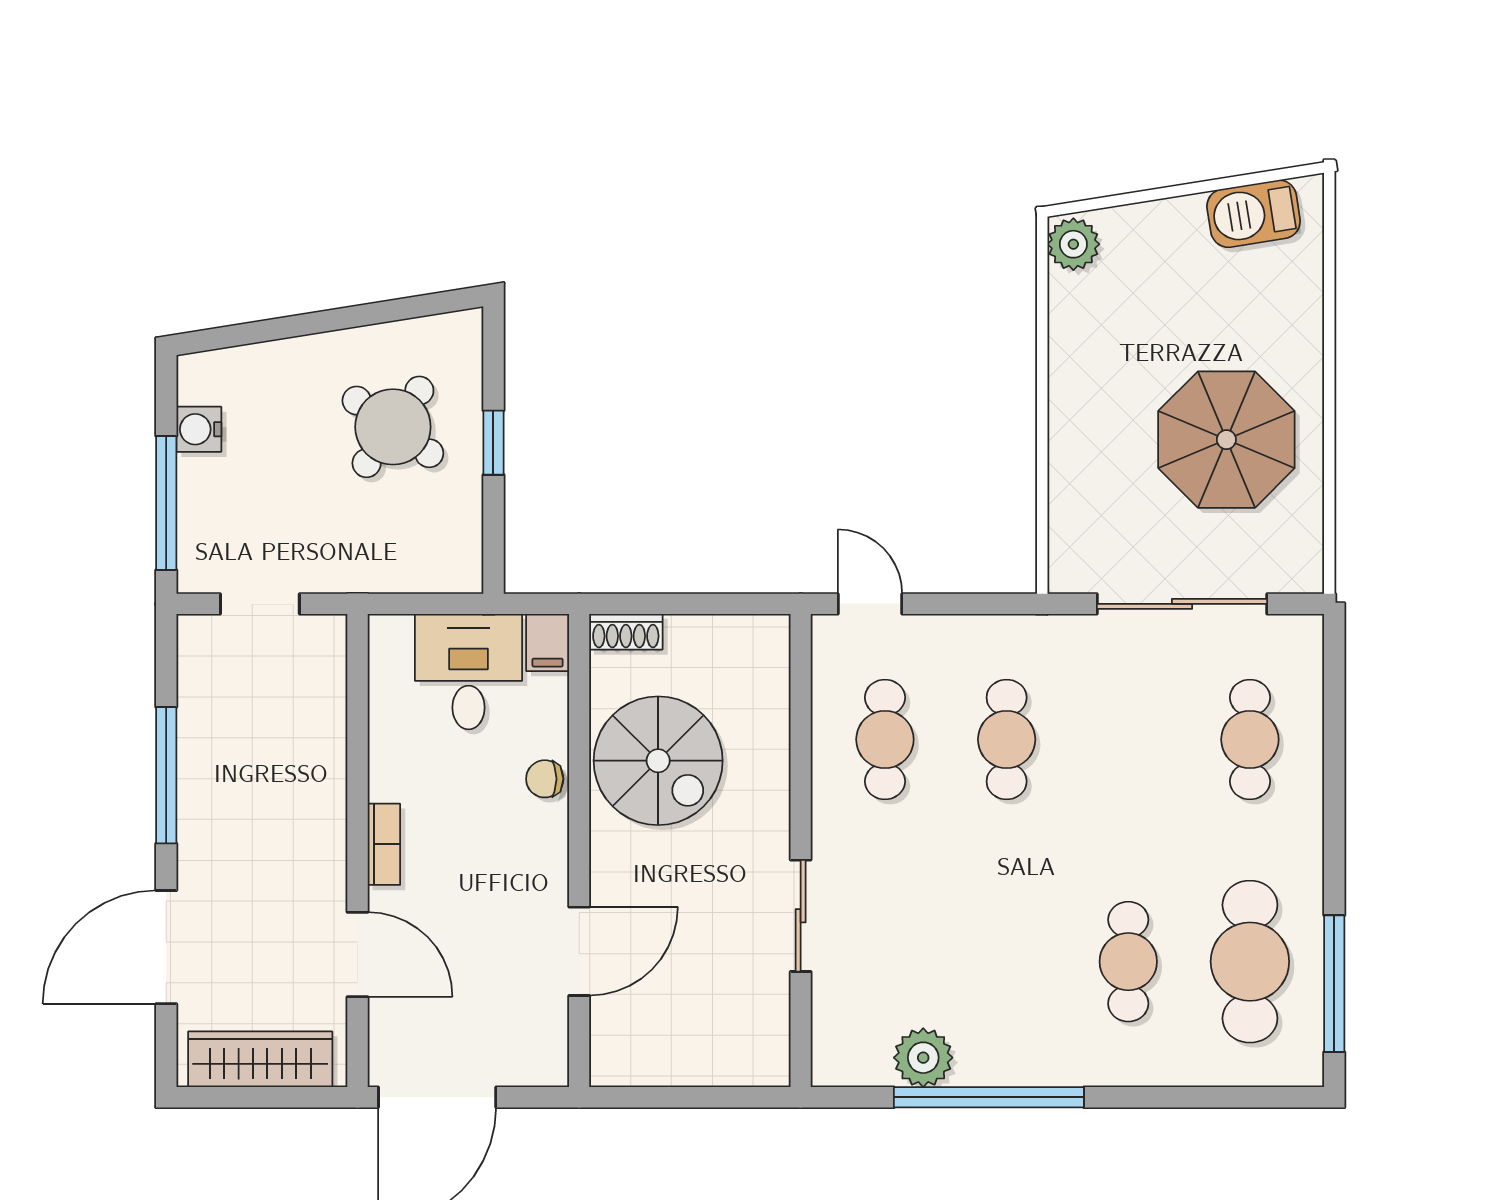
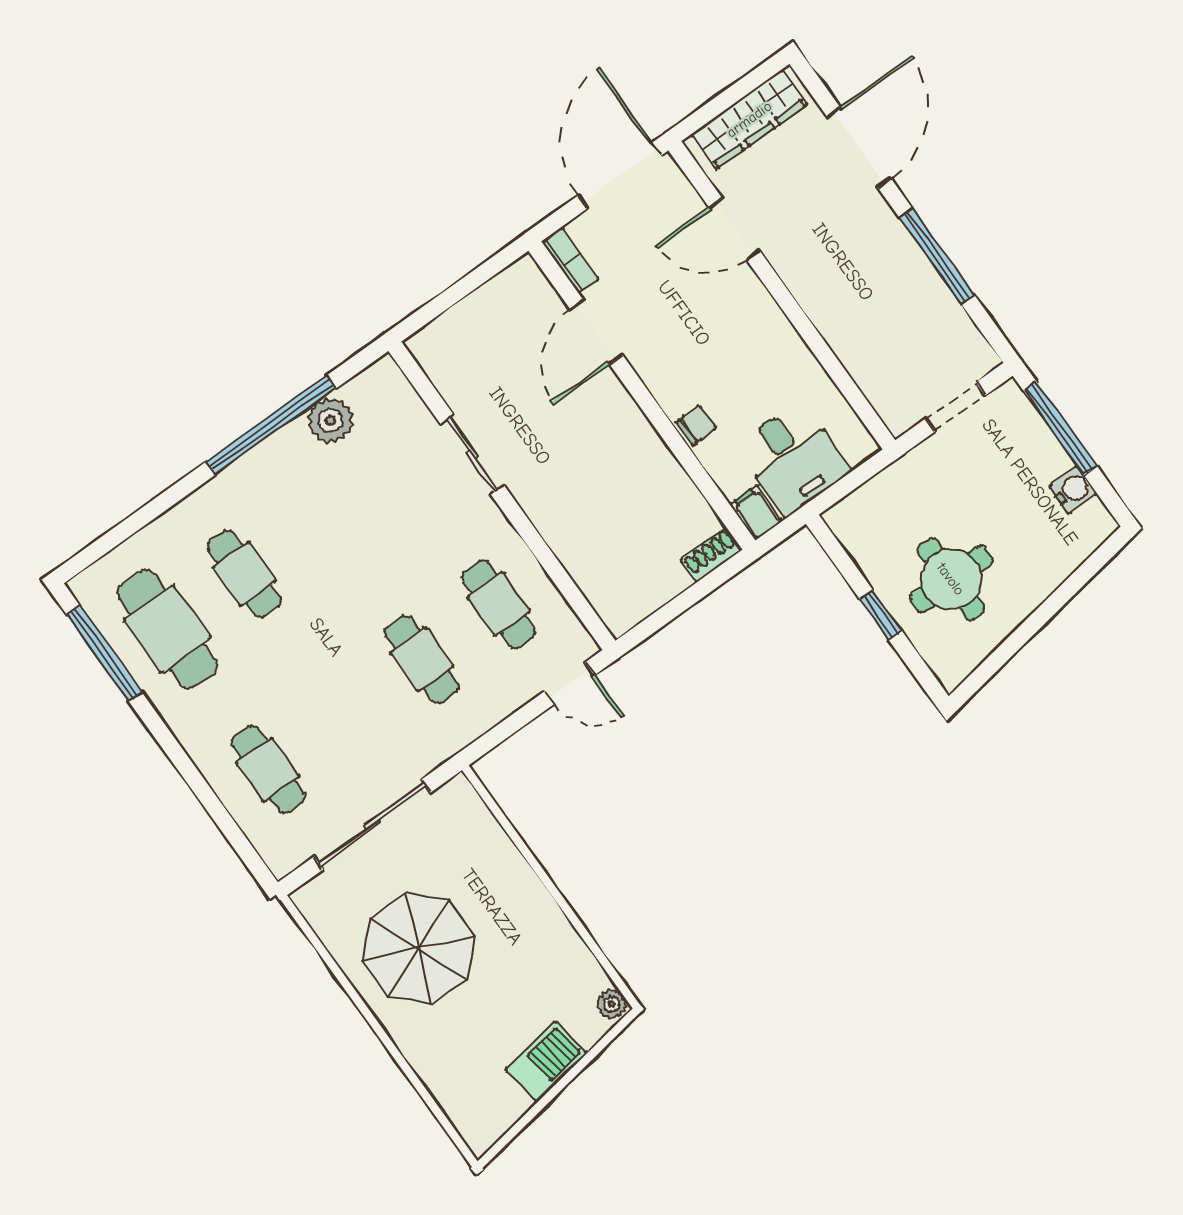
barbecue: (1254, 214) -> (546, 1062), moved
plant: (1073, 244) -> (612, 1004), width x0.73, depth x0.73
round table: (393, 427) -> (951, 579), turned -36
spiral stairs: (658, 761) -> (633, 488), removed
bookcase: (384, 844) -> (570, 260), moved, turned 180

